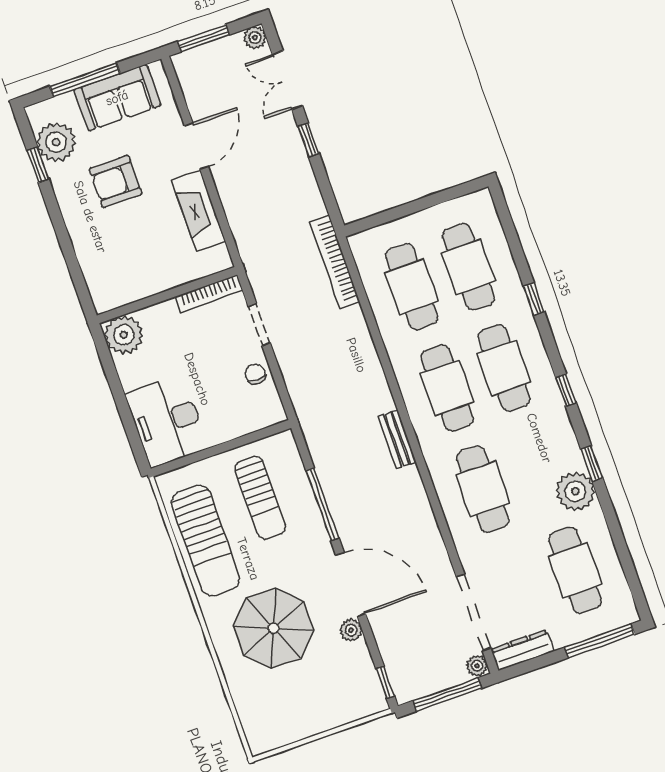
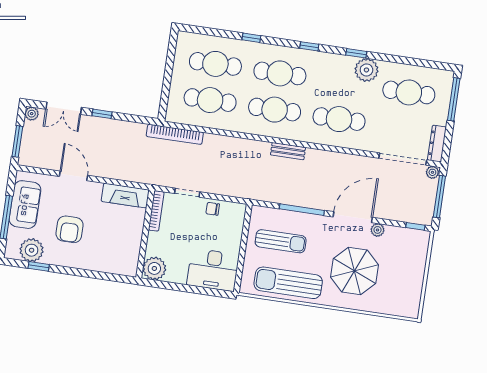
fireplace: (198, 211) -> (125, 196), moved
sun lounger: (206, 541) -> (288, 283), turned 180

